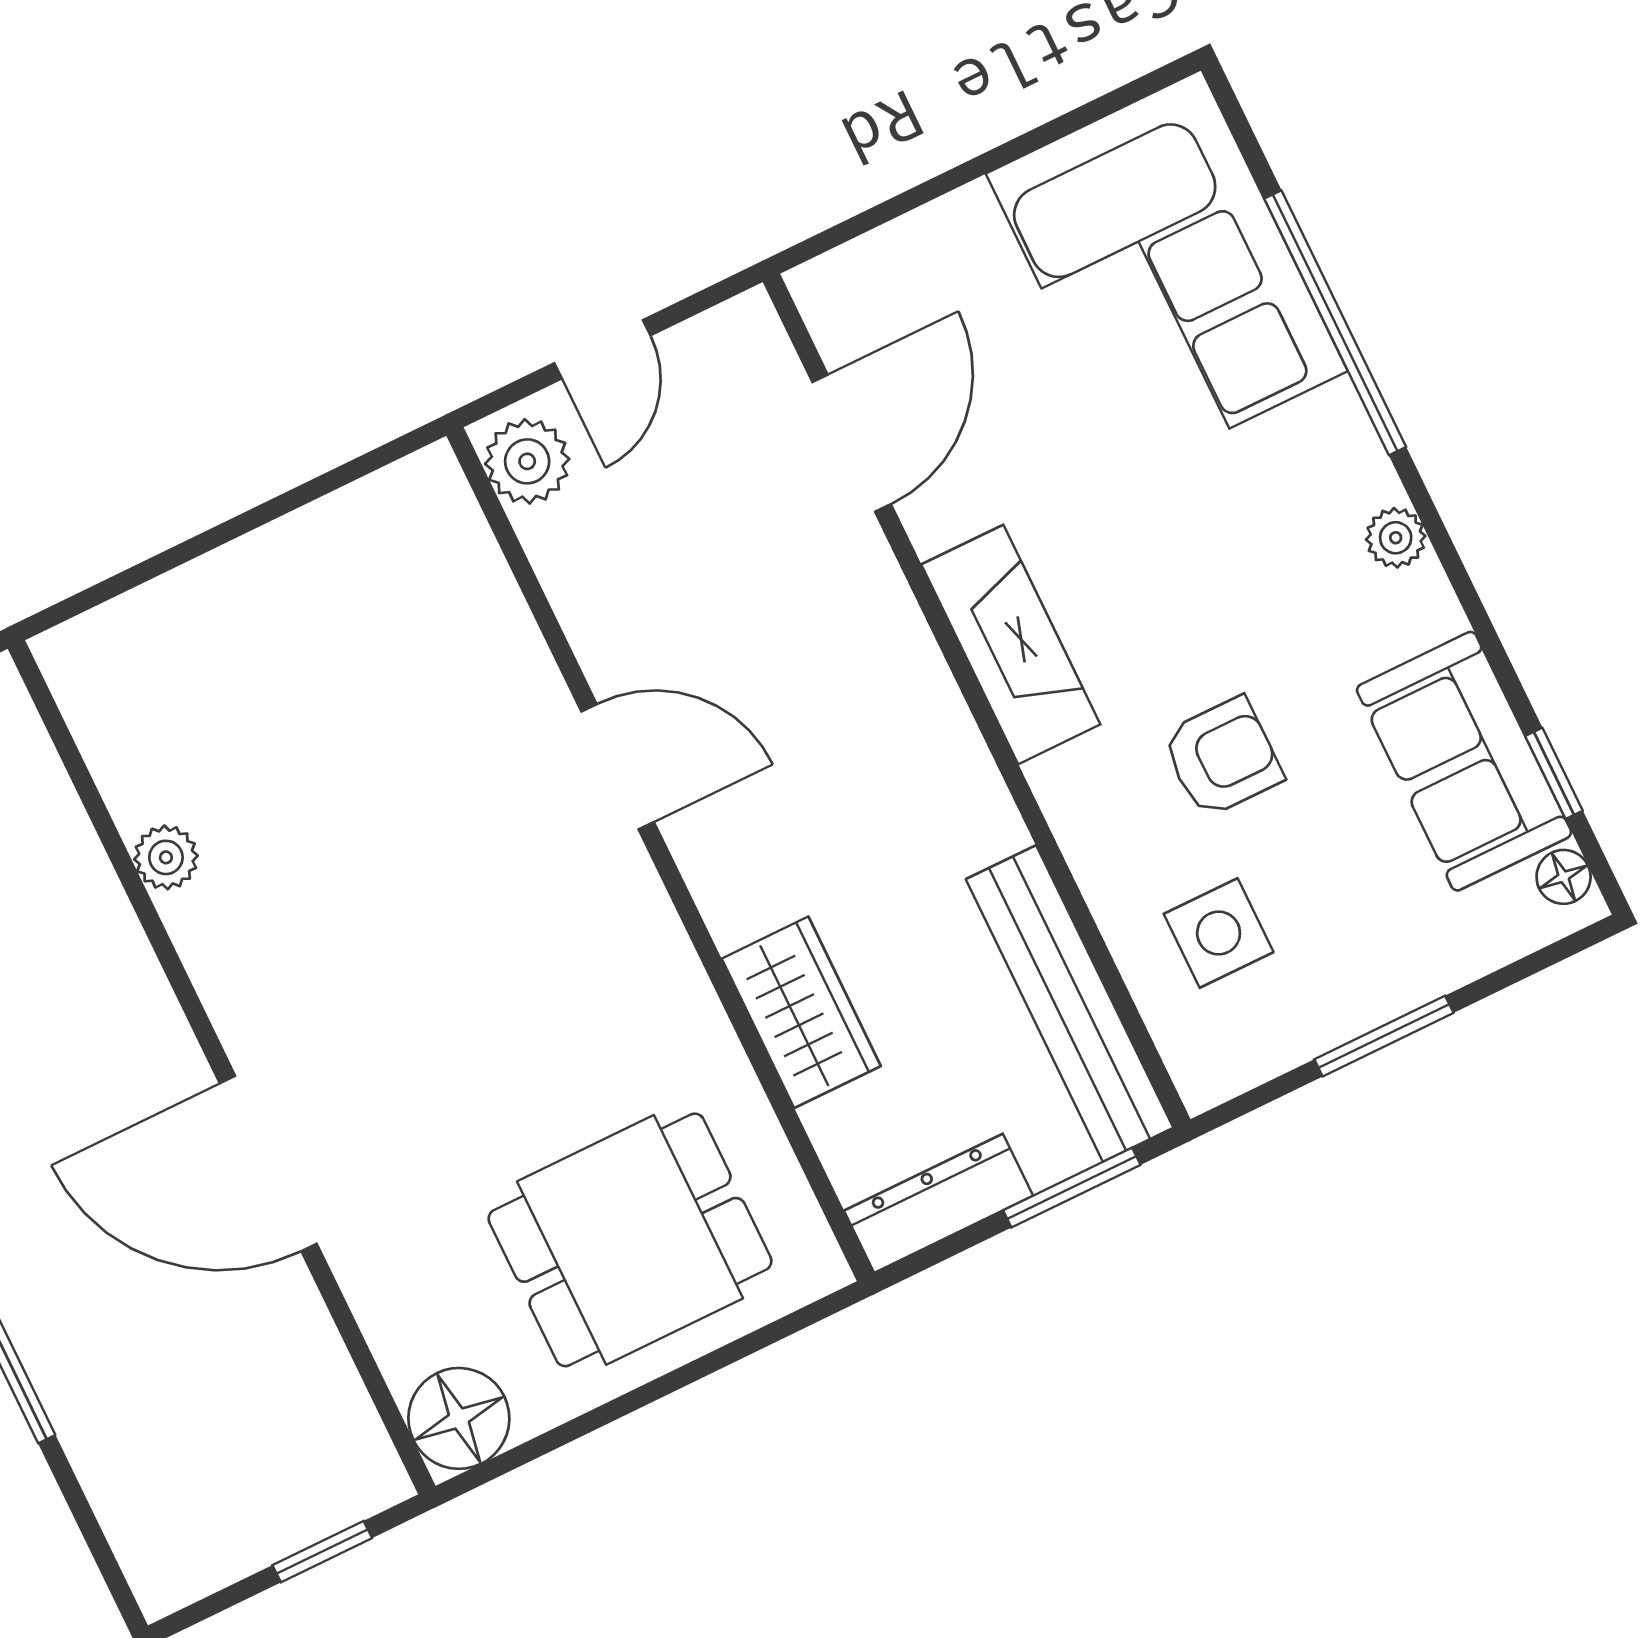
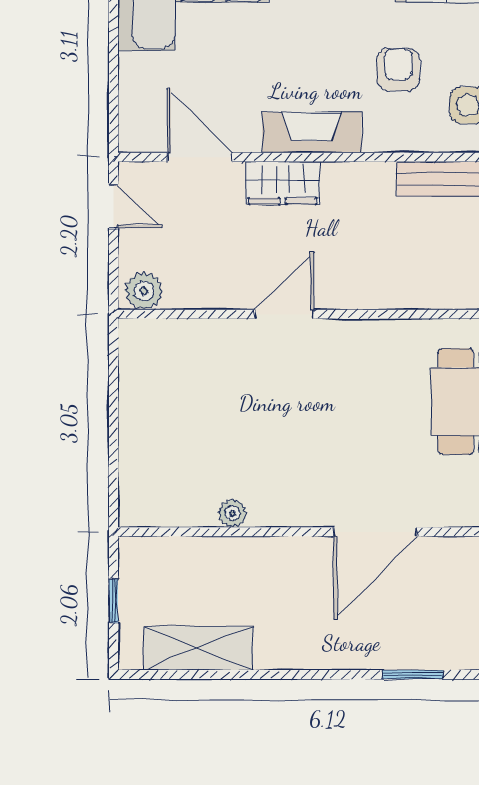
door: (602, 349) -> (114, 206), moved
wardrobe: (801, 1012) -> (283, 183), moved, turned 180

